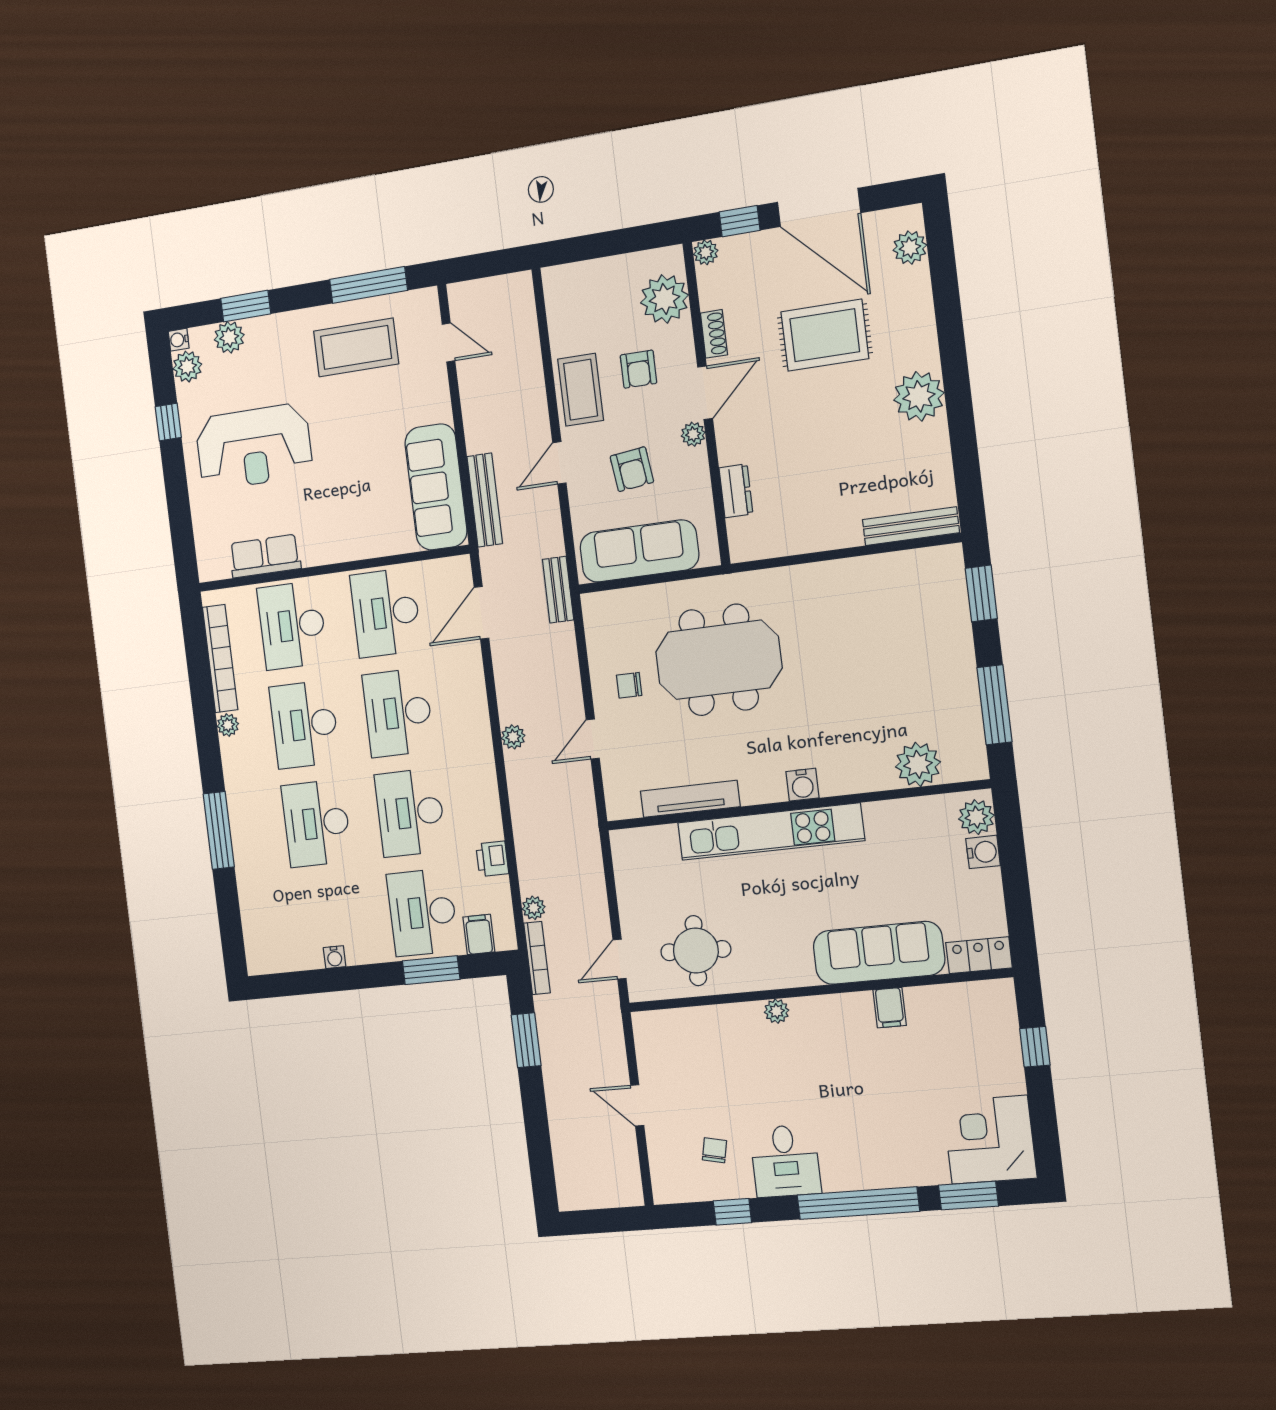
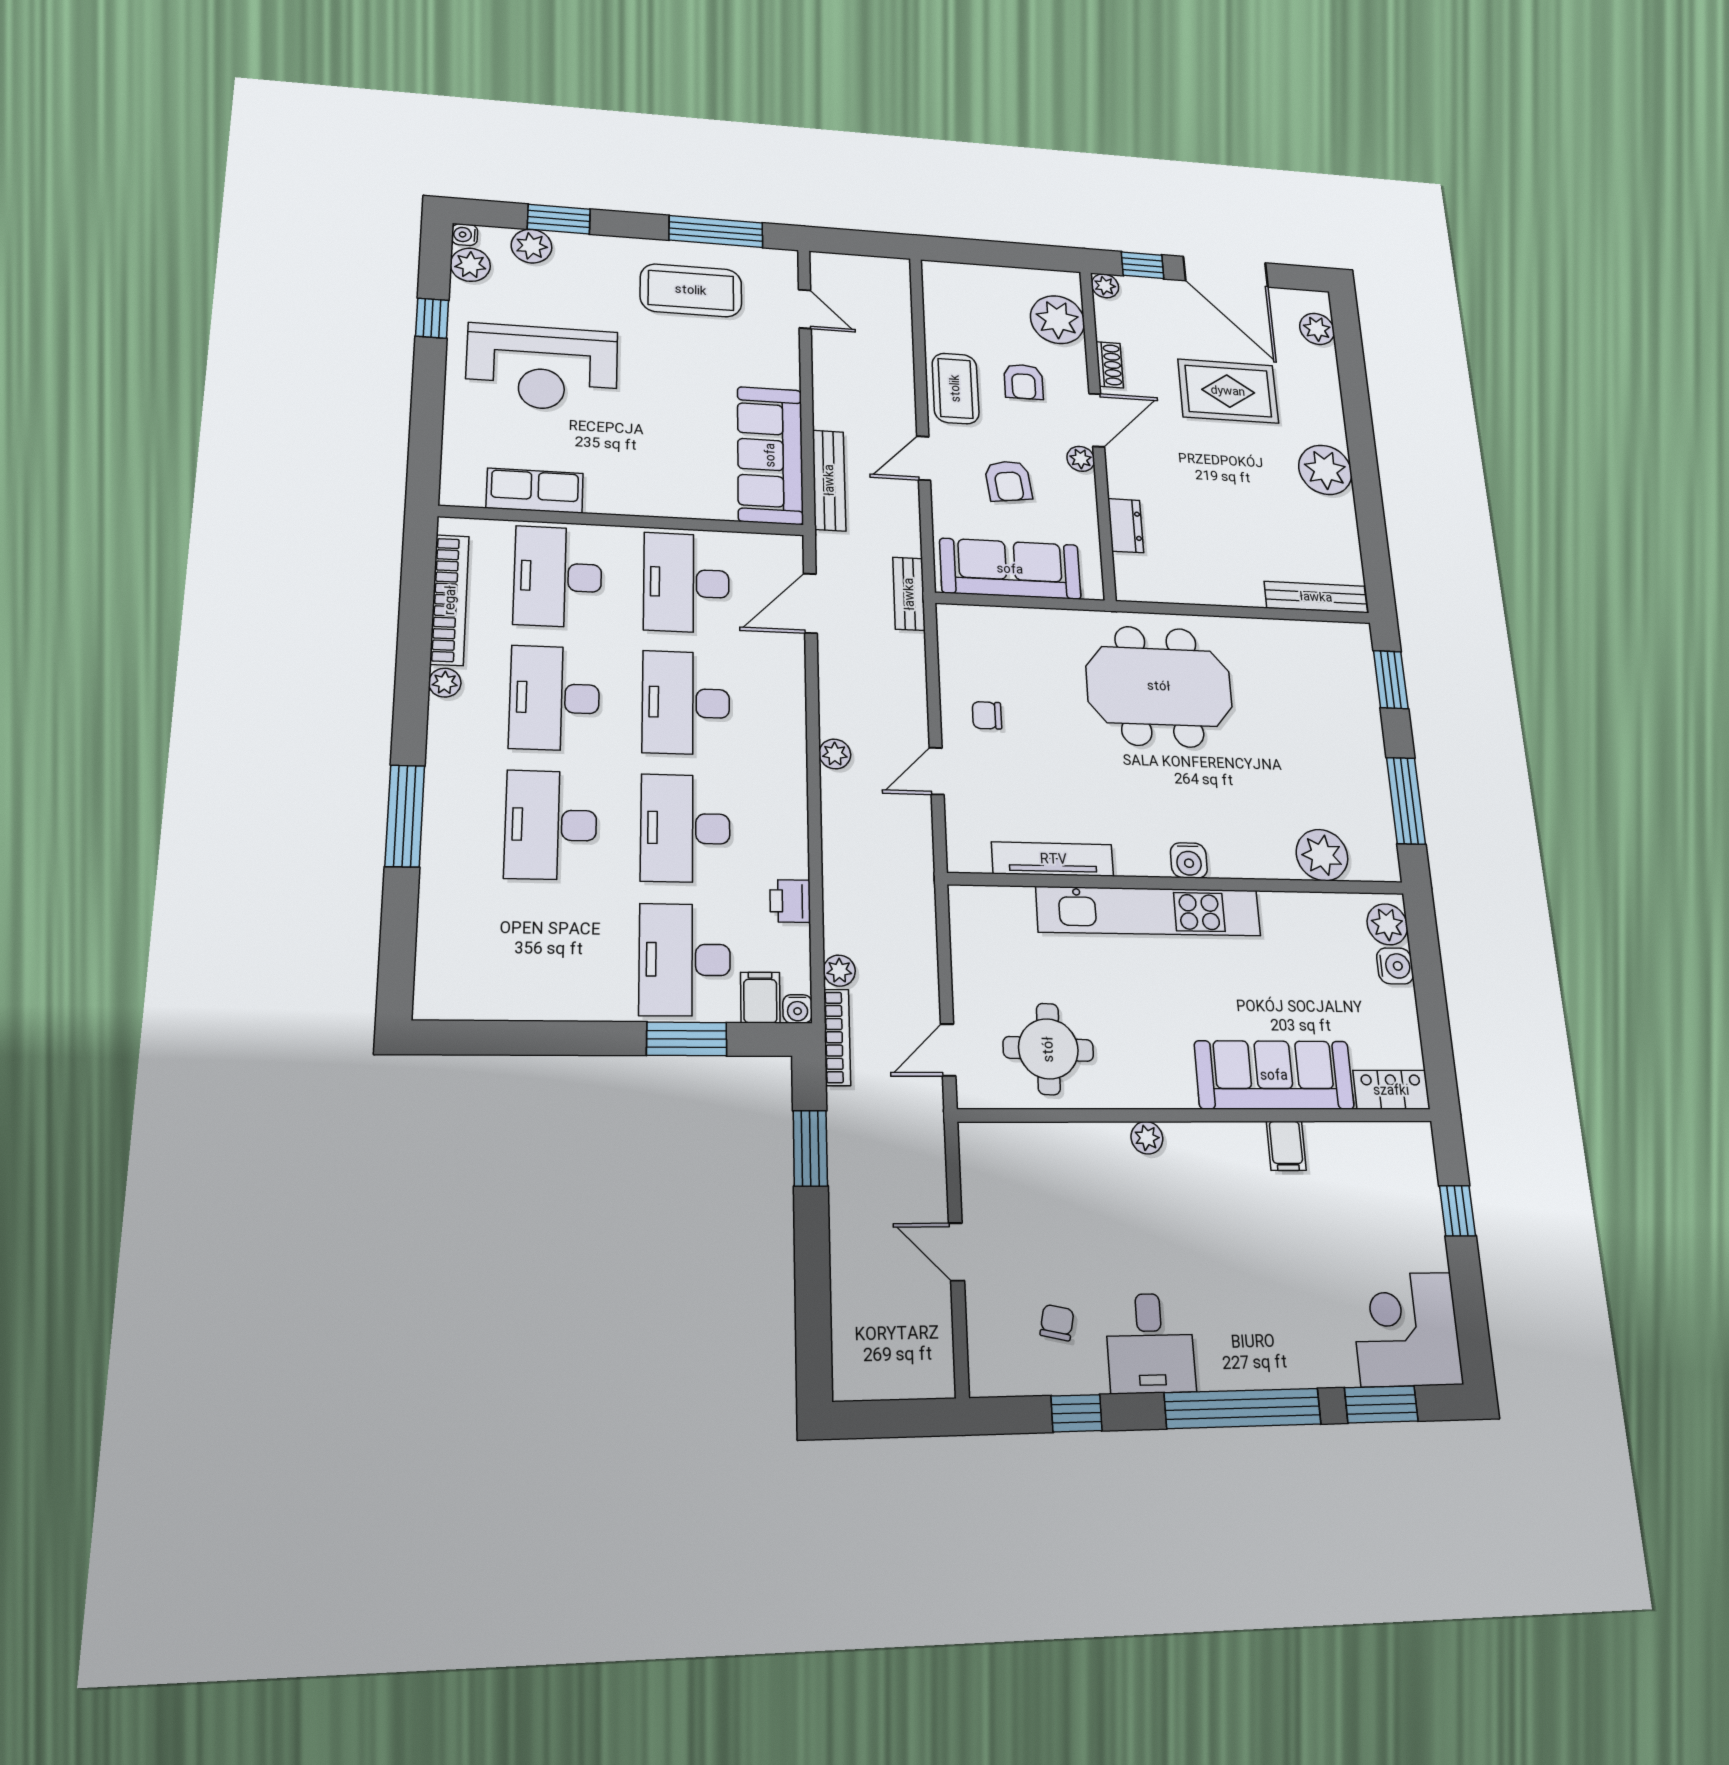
meeting table: (719, 660) -> (1159, 686), moved
water cooler: (335, 957) -> (798, 1009), moved

